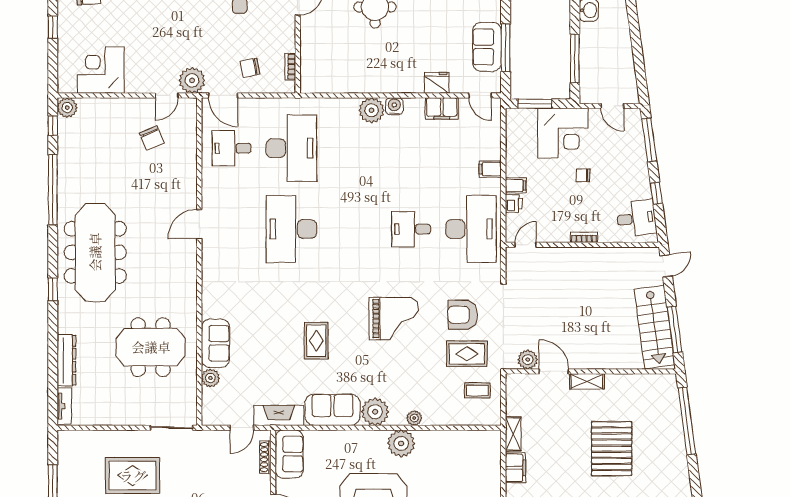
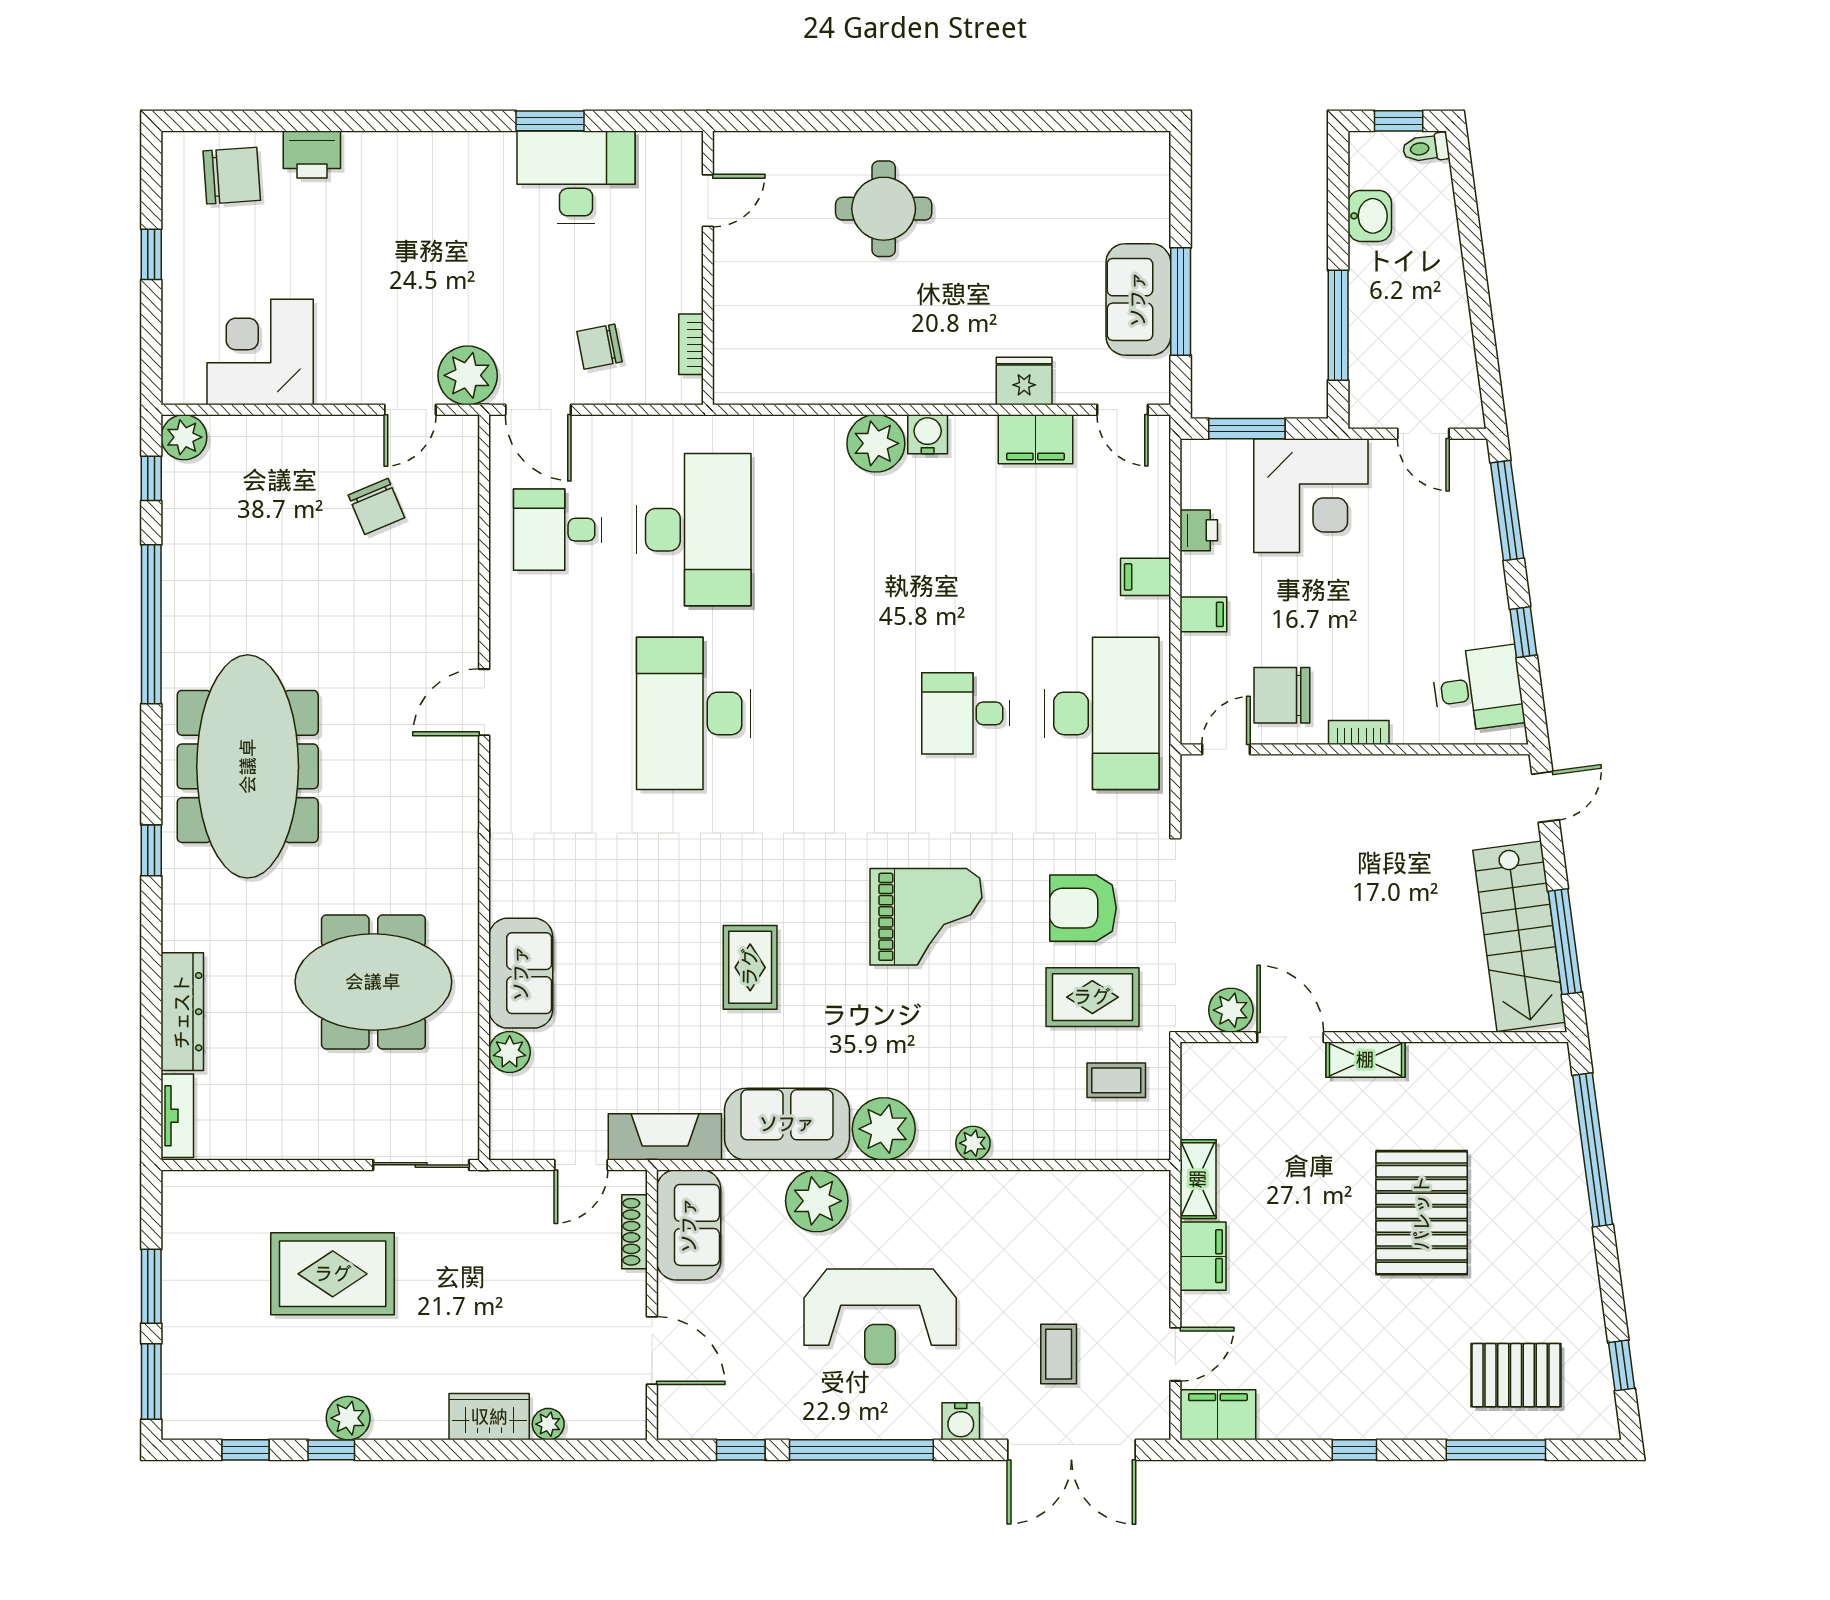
chair: (583, 175) -> (1282, 695), moved, width x1.87, depth x1.87
printer: (514, 204) -> (1199, 530), moved
plant: (401, 443) -> (817, 1201), moved

